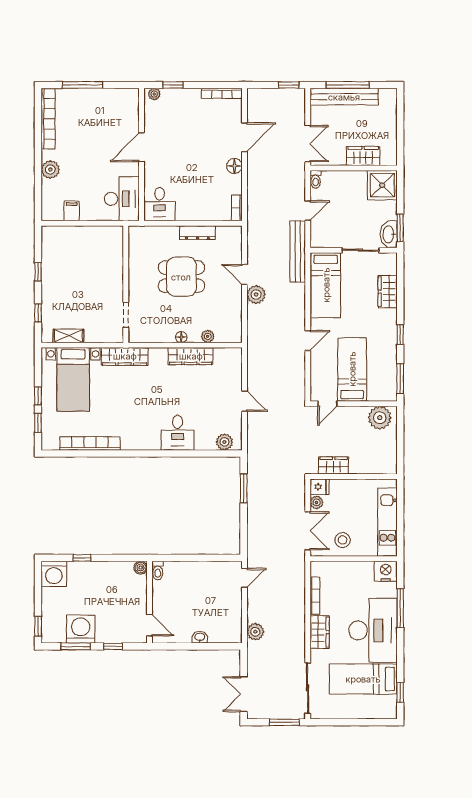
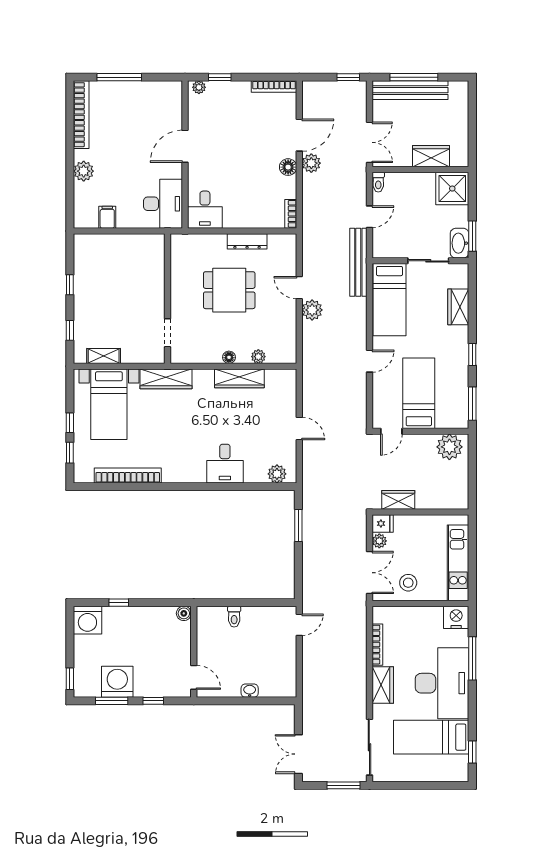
toilet: (158, 571) -> (234, 617), moved
plant: (255, 632) -> (311, 163), moved

